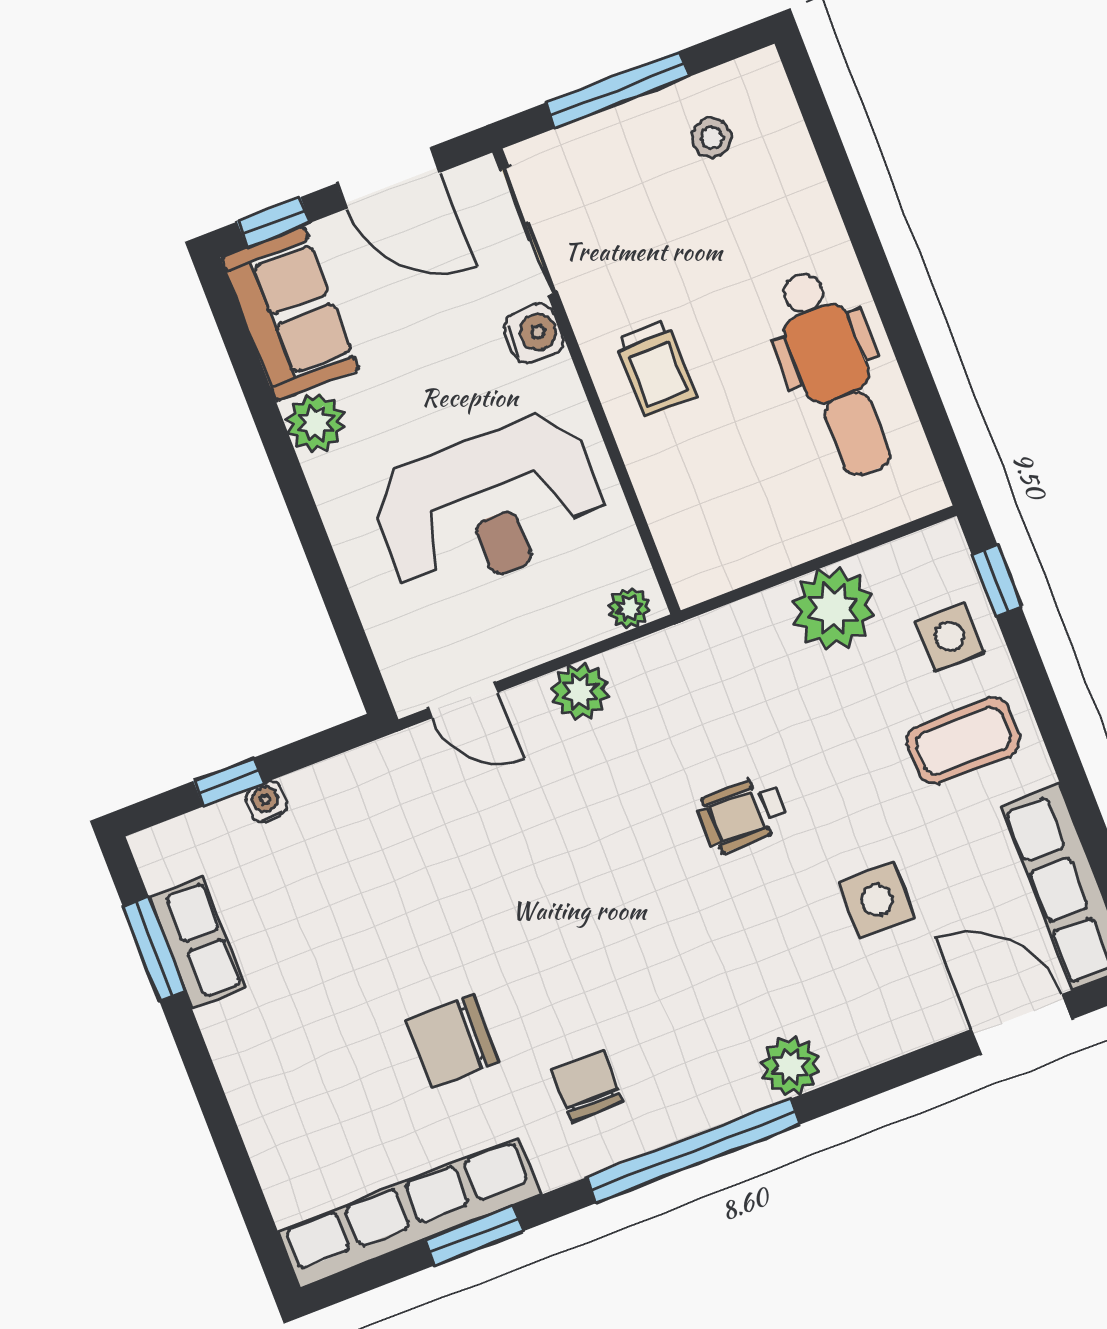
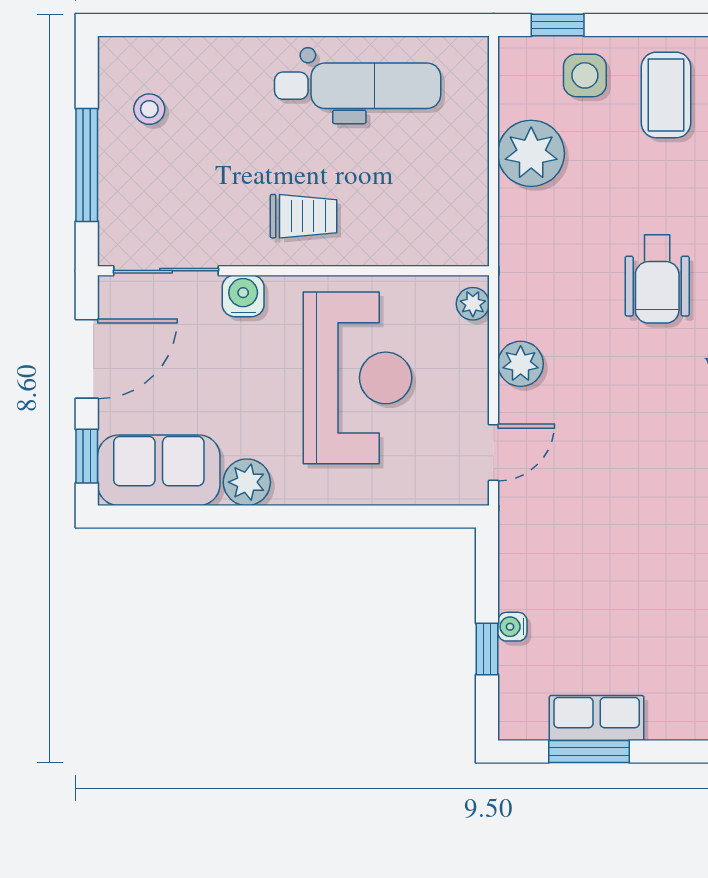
wheelchair: (742, 814) -> (657, 279), width x1.36, depth x1.37

